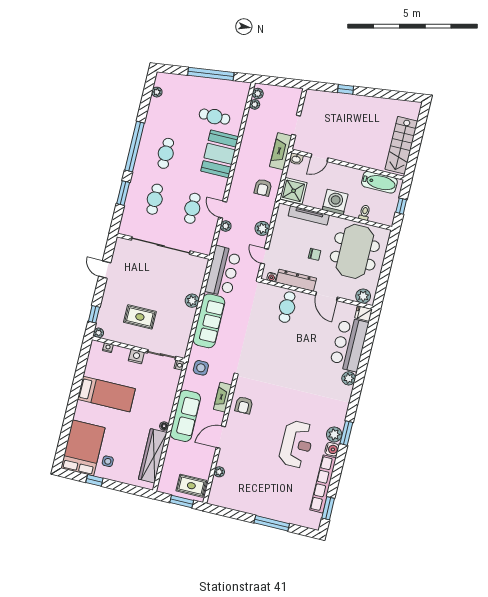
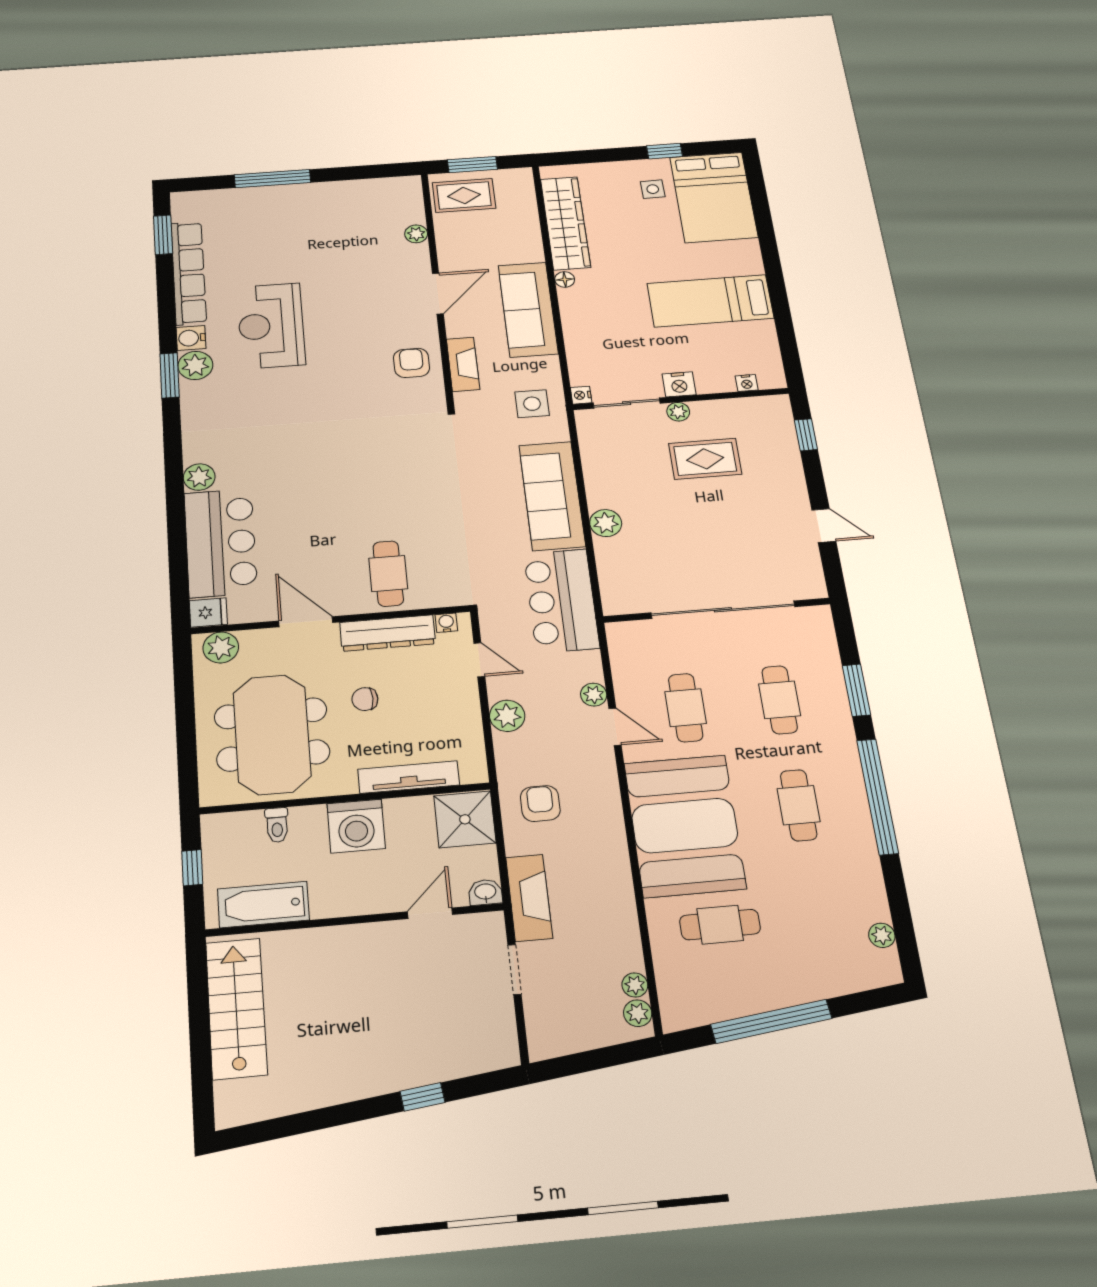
booth: (220, 154) -> (685, 826), width x1.36, depth x1.42
plant: (99, 333) -> (678, 412), moved

